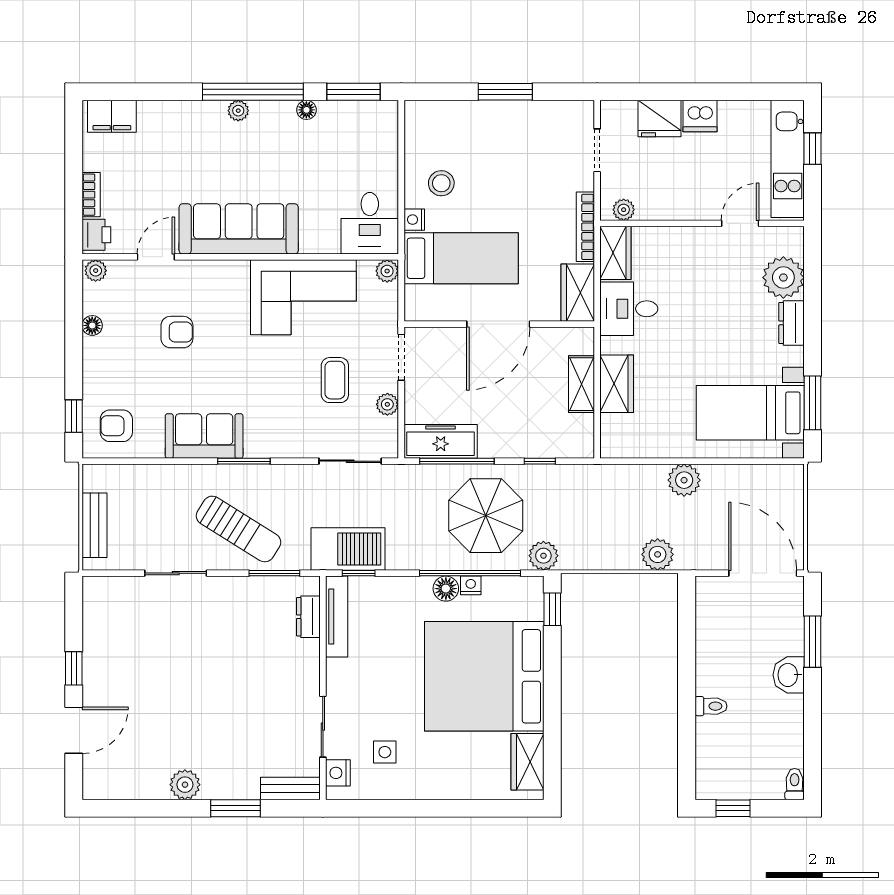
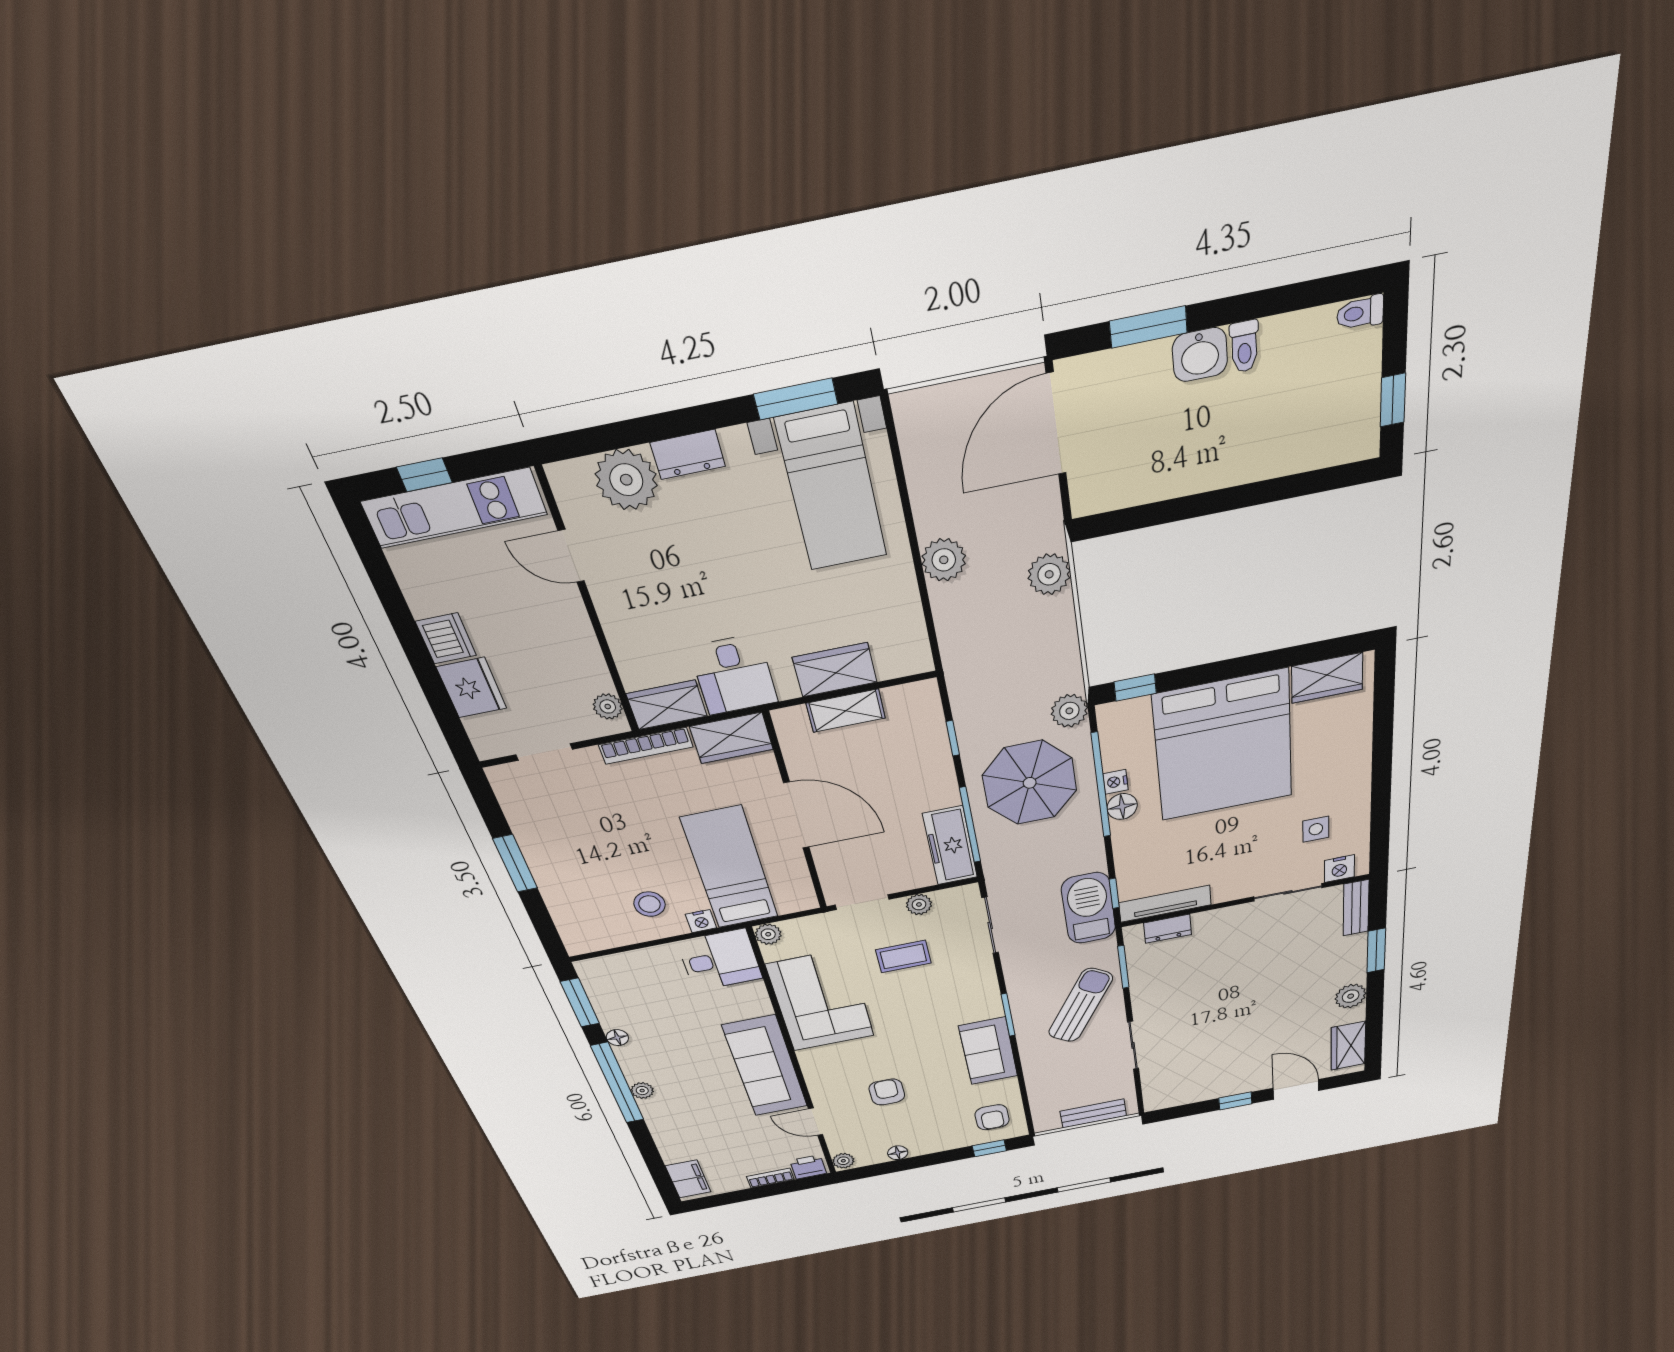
toilet: (711, 706) -> (1244, 346), moved, turned 180
wardrobe: (120, 783) -> (1348, 1046), added

